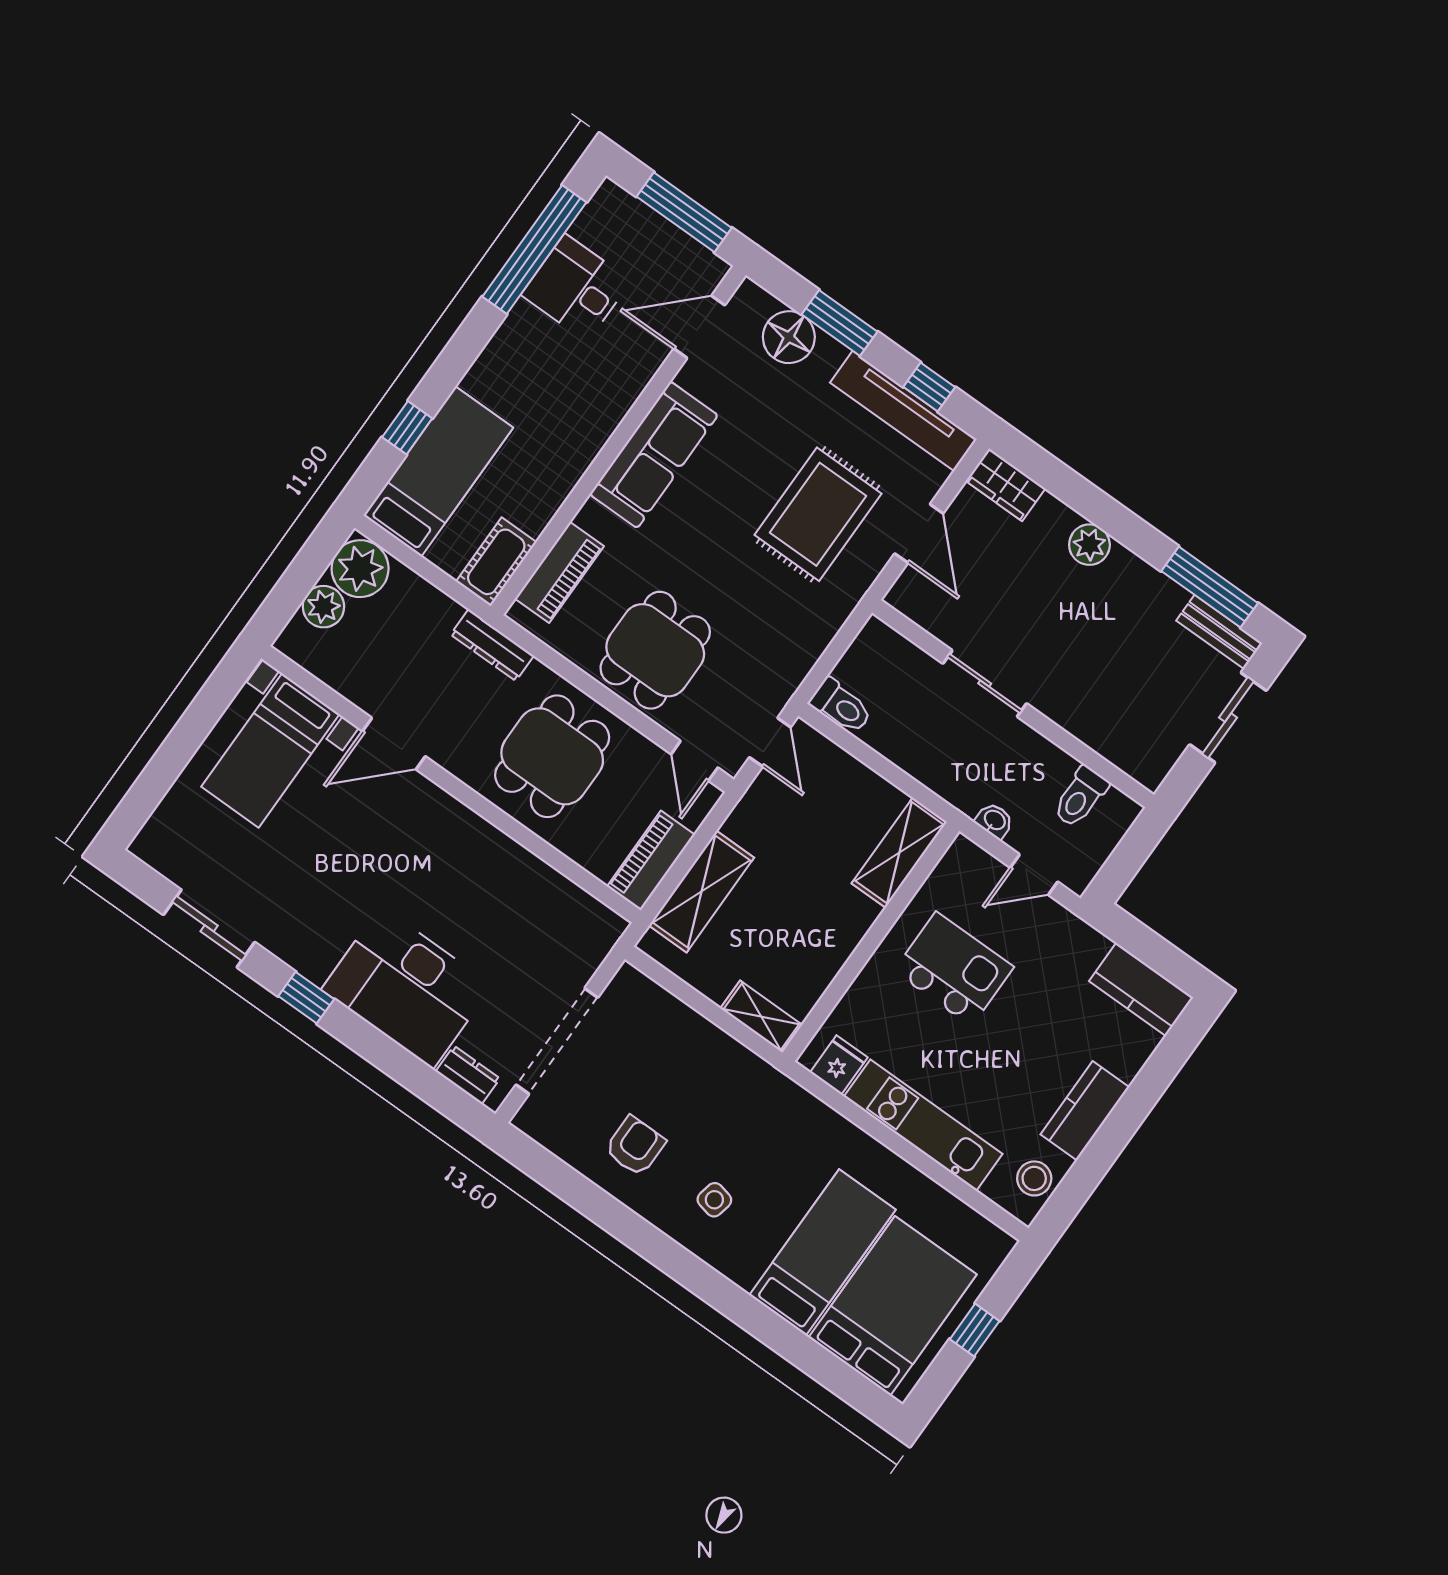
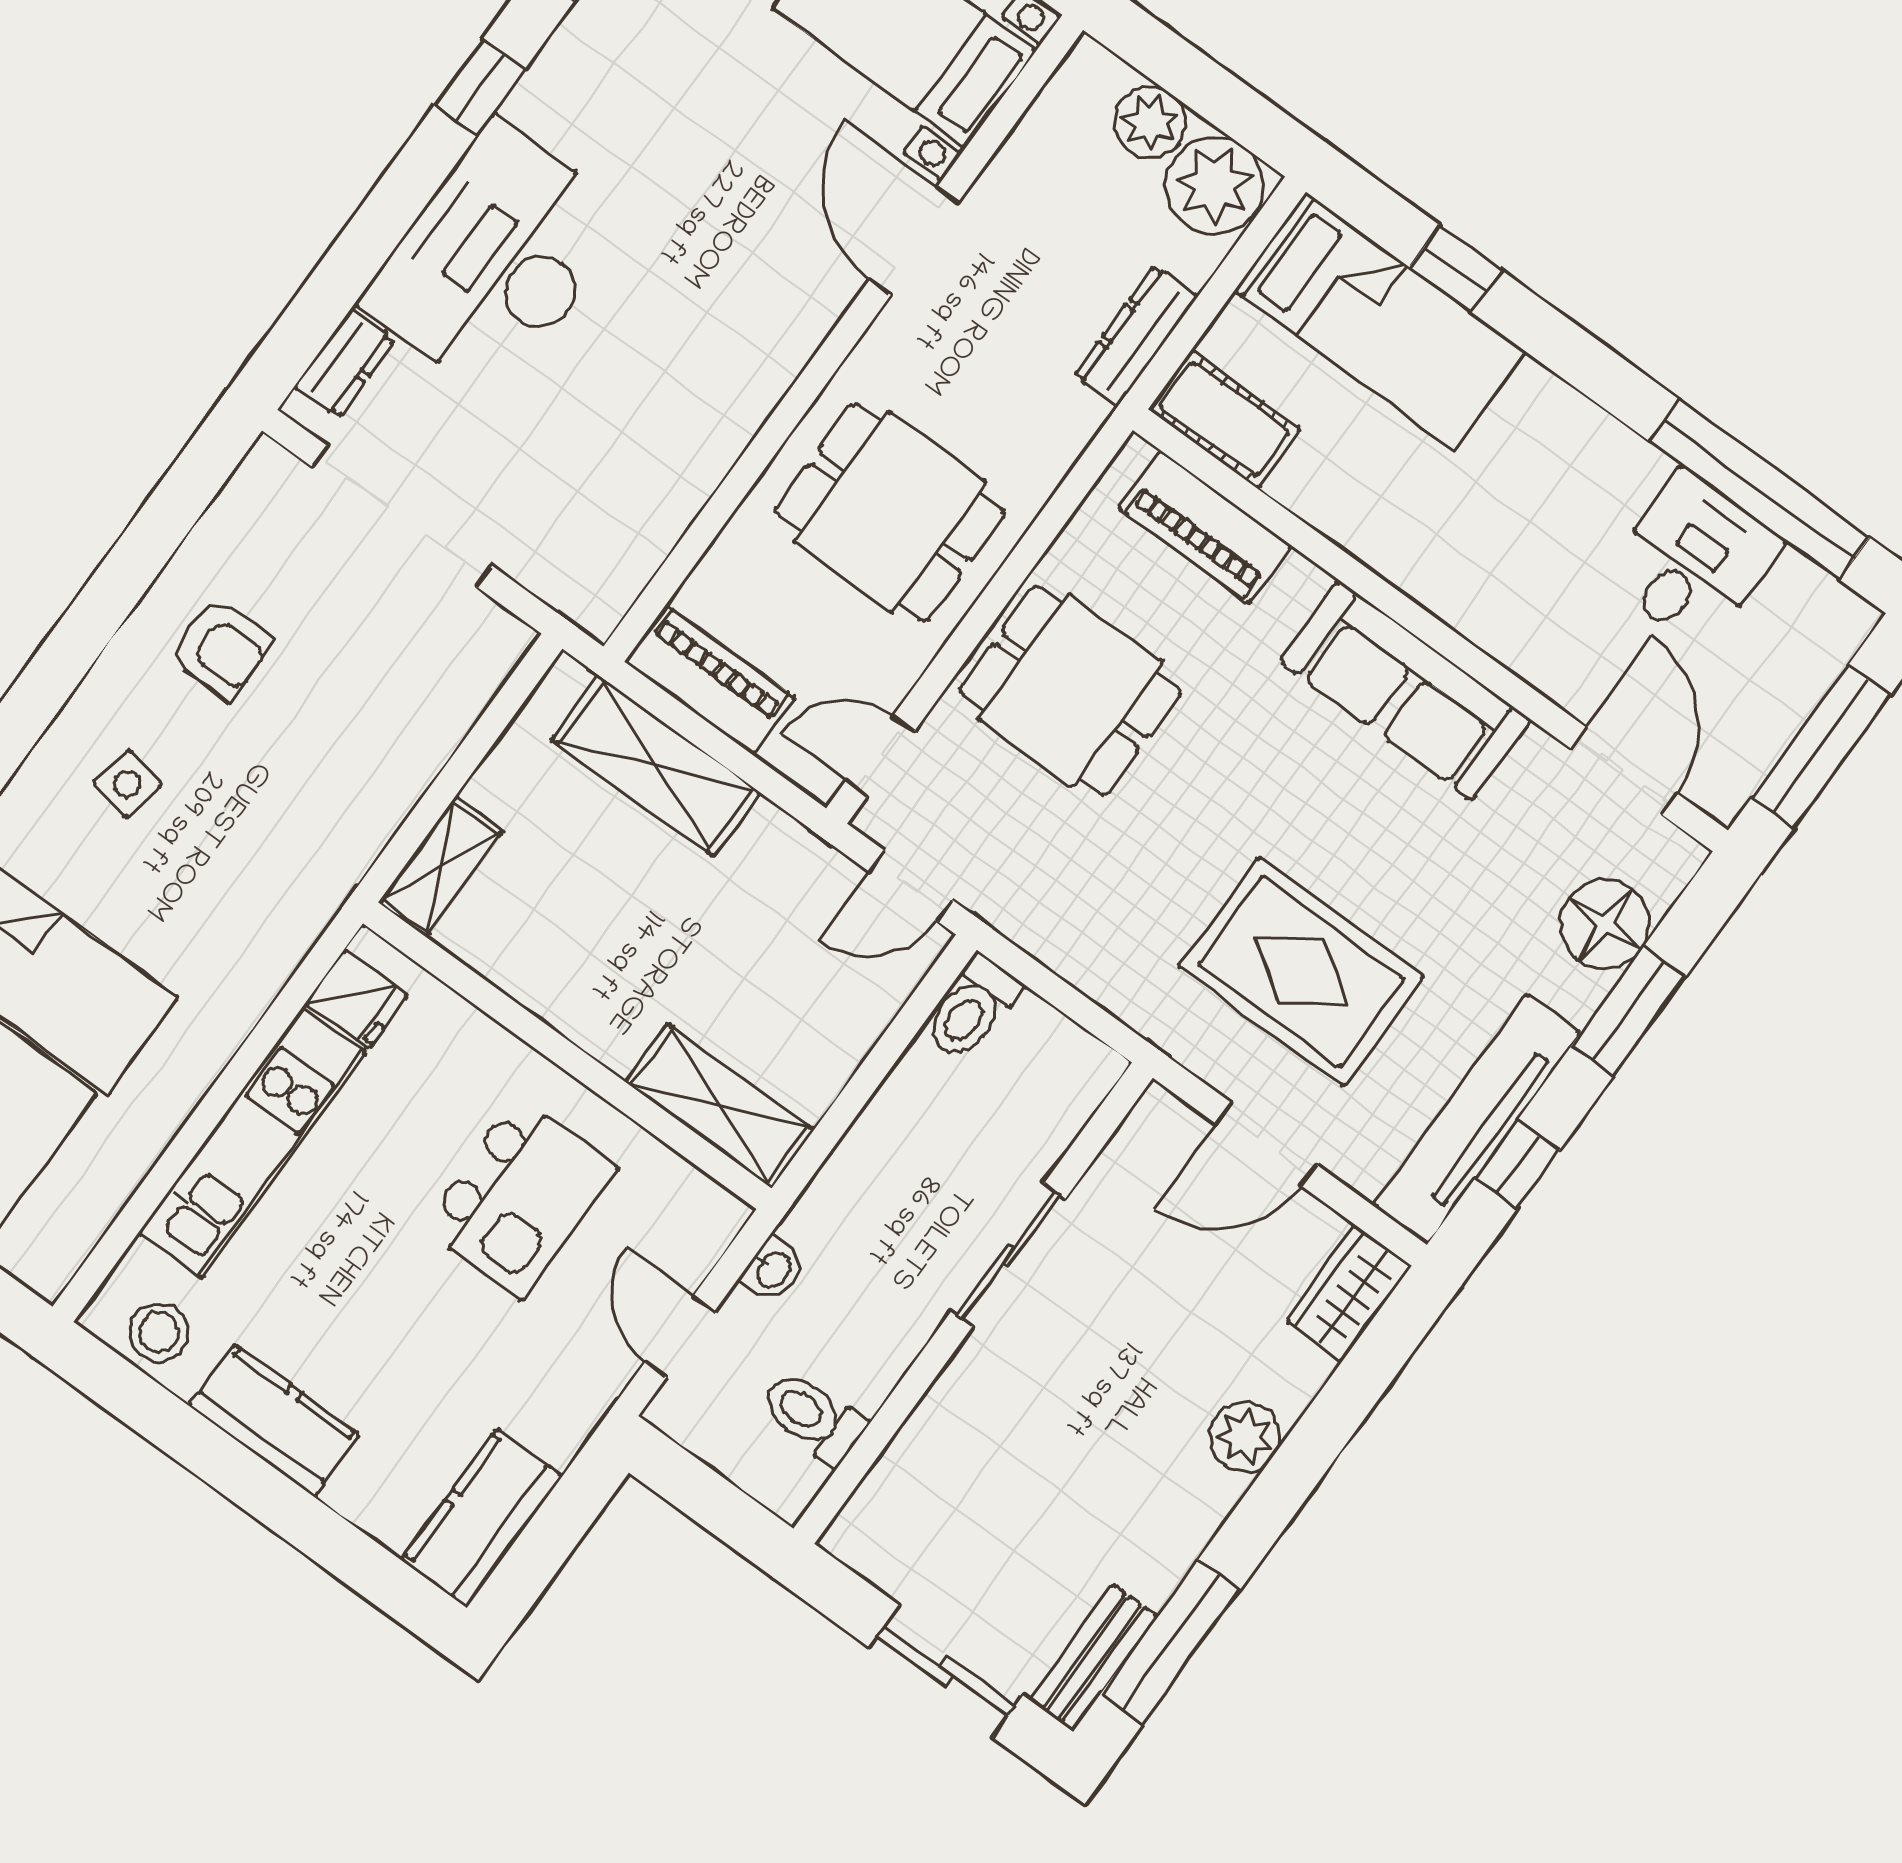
dresser: (492, 645) -> (1136, 336), moved

